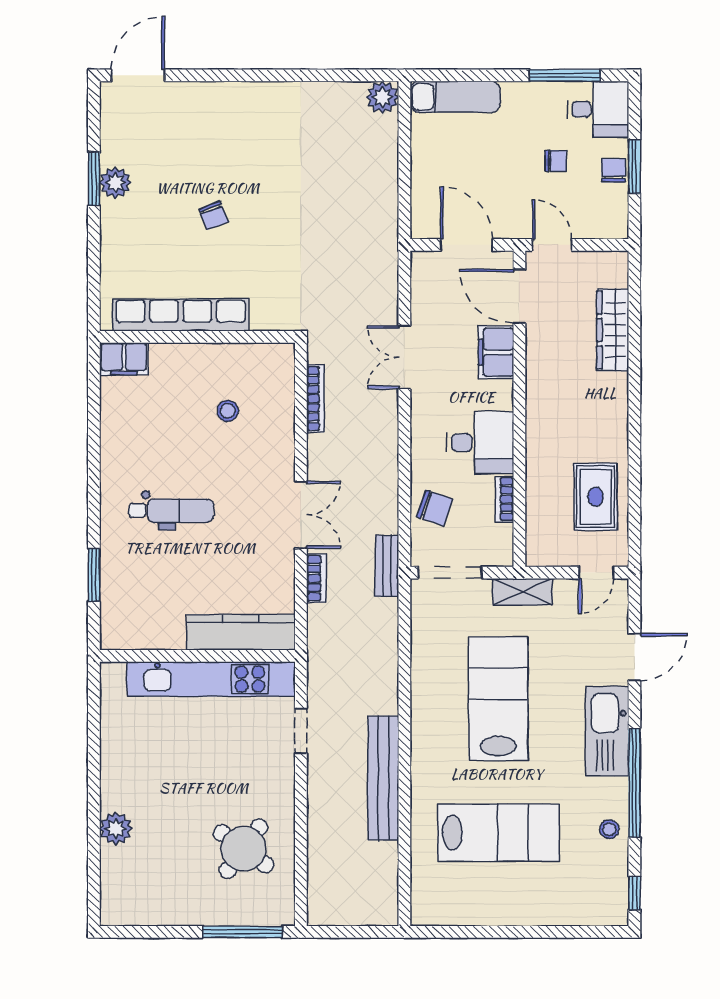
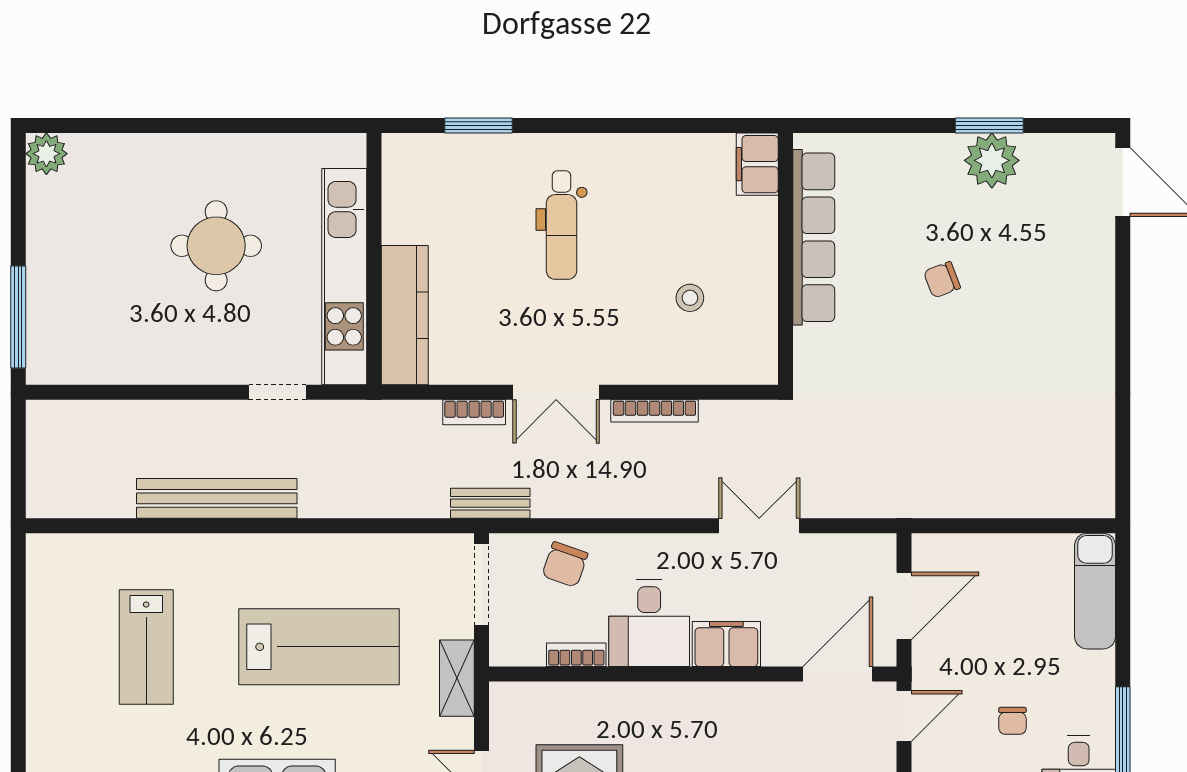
plant: (382, 97) -> (1094, 497), removed
plant: (115, 183) -> (992, 160), width x1.36, depth x1.36
filing cabinet: (496, 352) -> (726, 644), moved
bookcase: (315, 399) -> (654, 411), moved
plant: (116, 829) -> (46, 154), moved
lab bench: (498, 833) -> (146, 647), width x0.73, depth x0.72
round table: (244, 849) -> (216, 246), moved, turned -36

